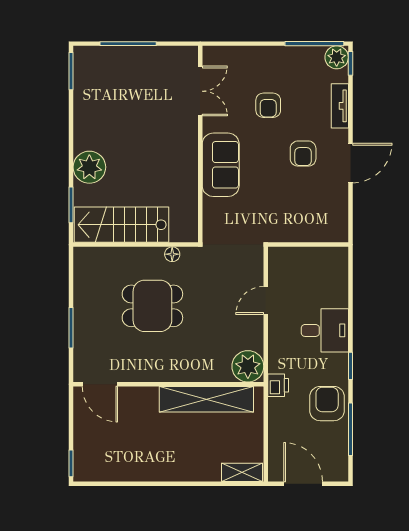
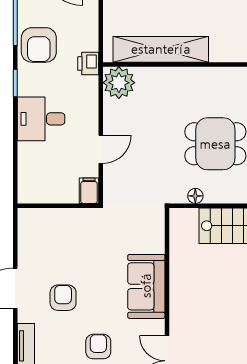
filing cabinet: (277, 259) -> (89, 191), added

